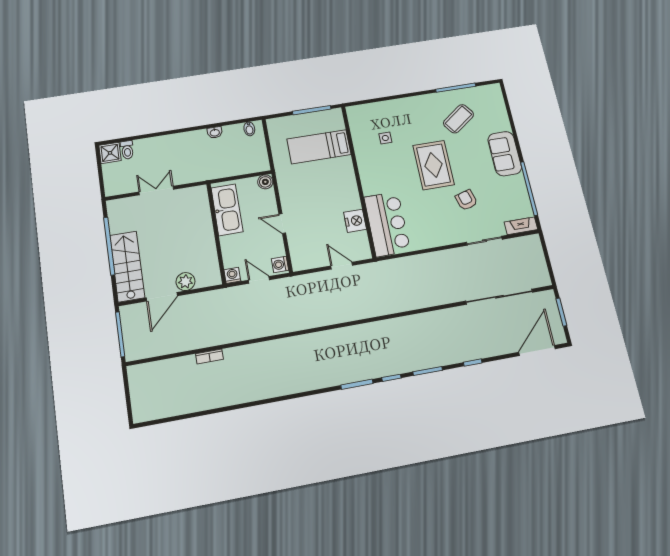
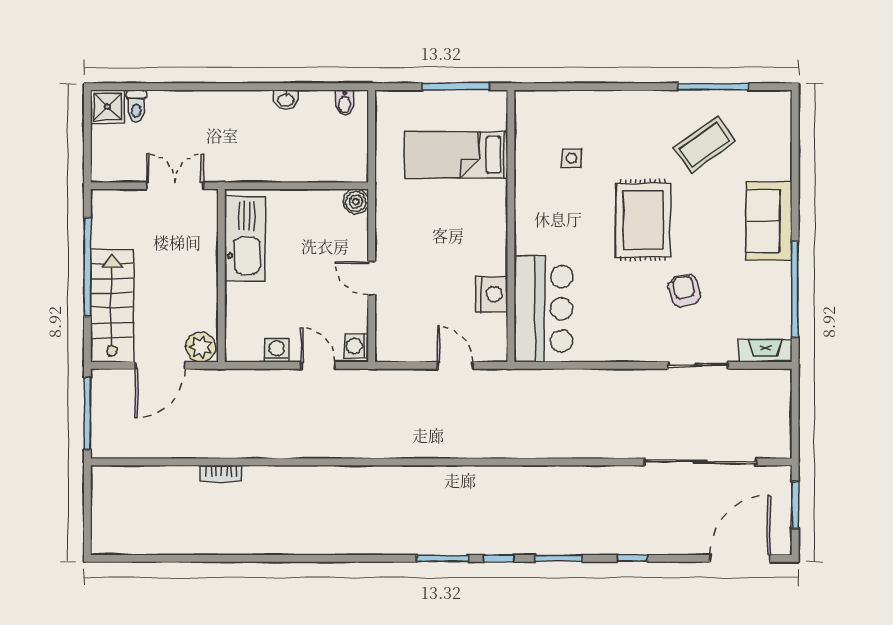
kitchen sink: (227, 210) -> (245, 239), moved
wall: (216, 233) -> (221, 276), moved

